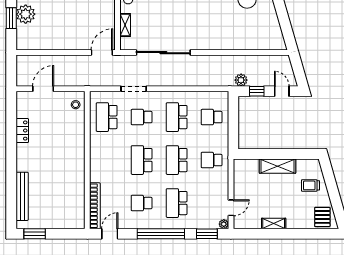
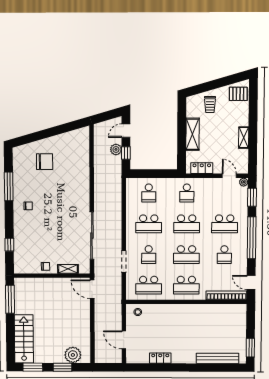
plant: (26, 14) -> (73, 355), moved
plant: (241, 80) -> (116, 149), moved
school desk: (107, 160) -> (186, 285), added
locker: (240, 177) -> (202, 168), added

